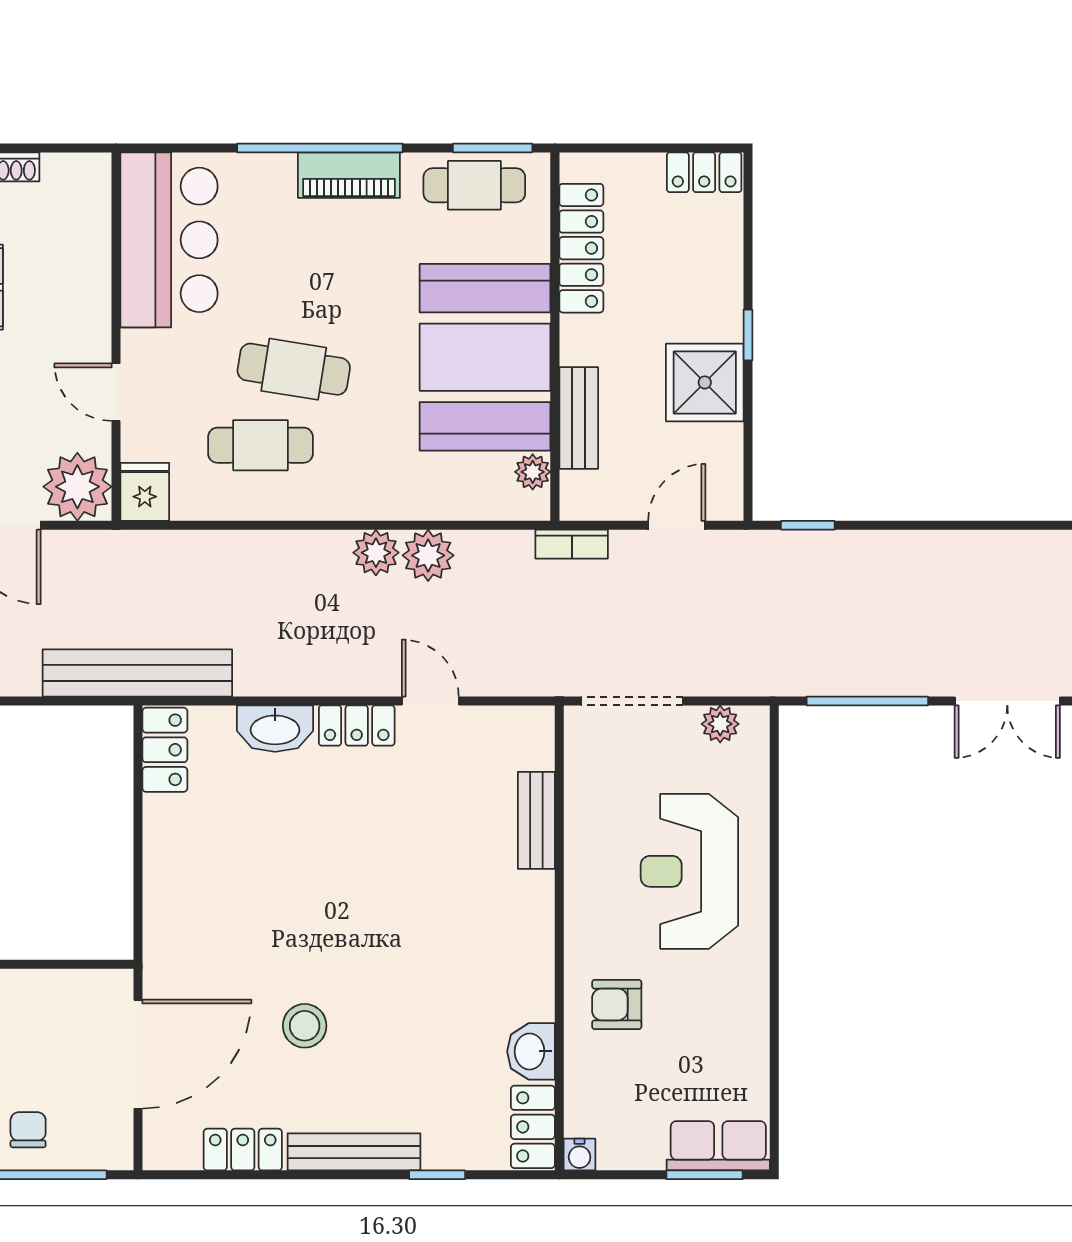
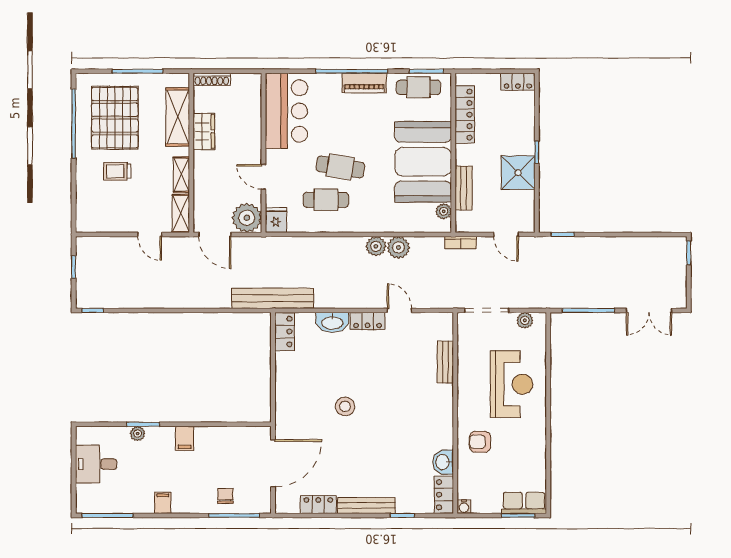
door: (677, 525) -> (506, 234), swing flipped
reception desk: (689, 871) -> (512, 384), turned 180
stool: (305, 1026) -> (345, 406), moved

